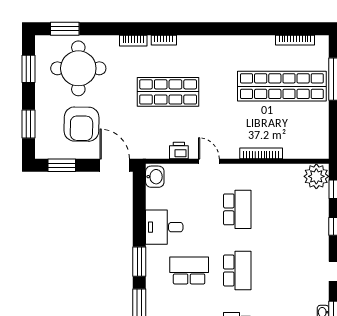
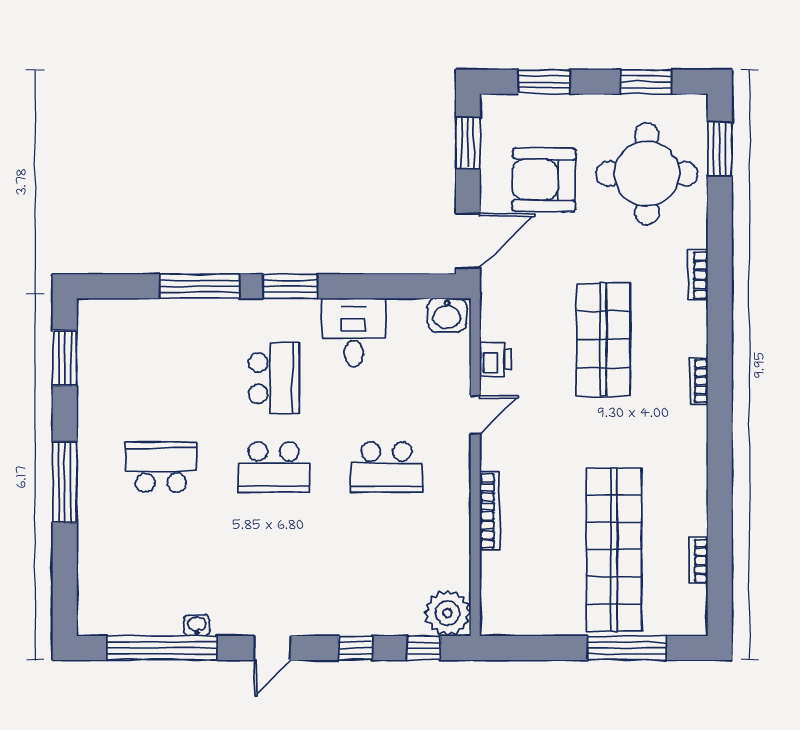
bookcase: (164, 40) -> (699, 381), moved
bookcase: (295, 40) -> (699, 561), width x0.64

